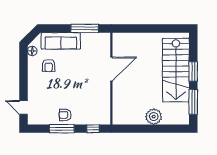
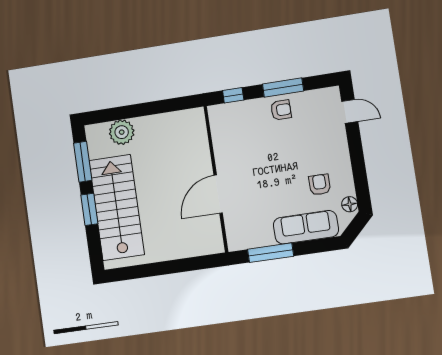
plant: (154, 117) -> (122, 132), moved

